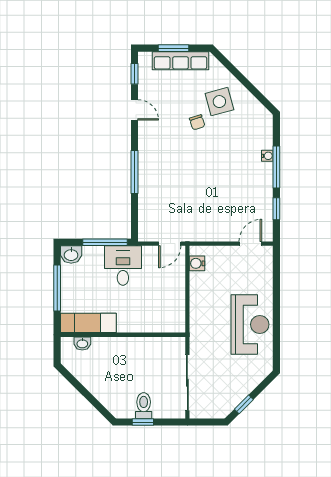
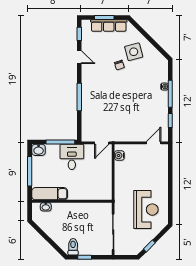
reception desk: (250, 324) -> (146, 210), moved
toilet: (144, 406) -> (73, 247), moved

